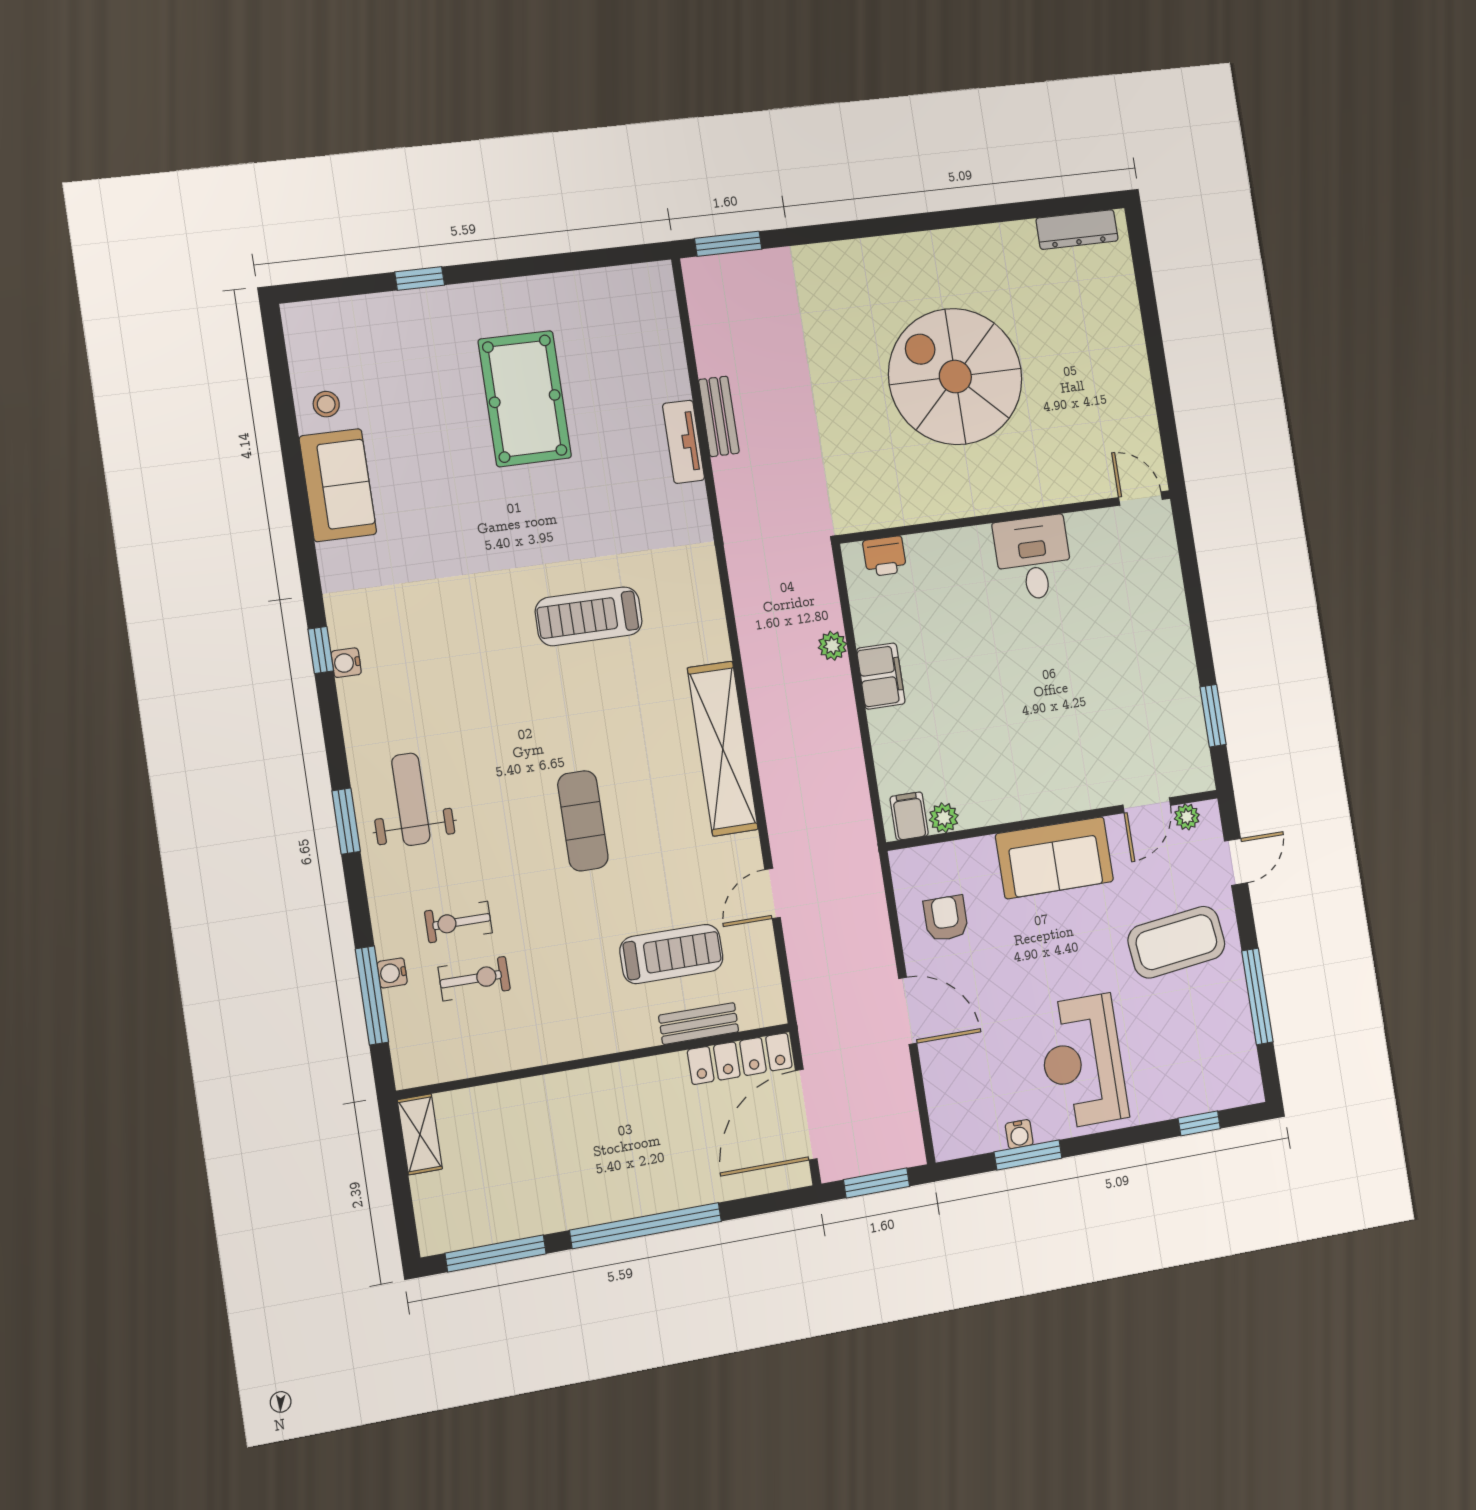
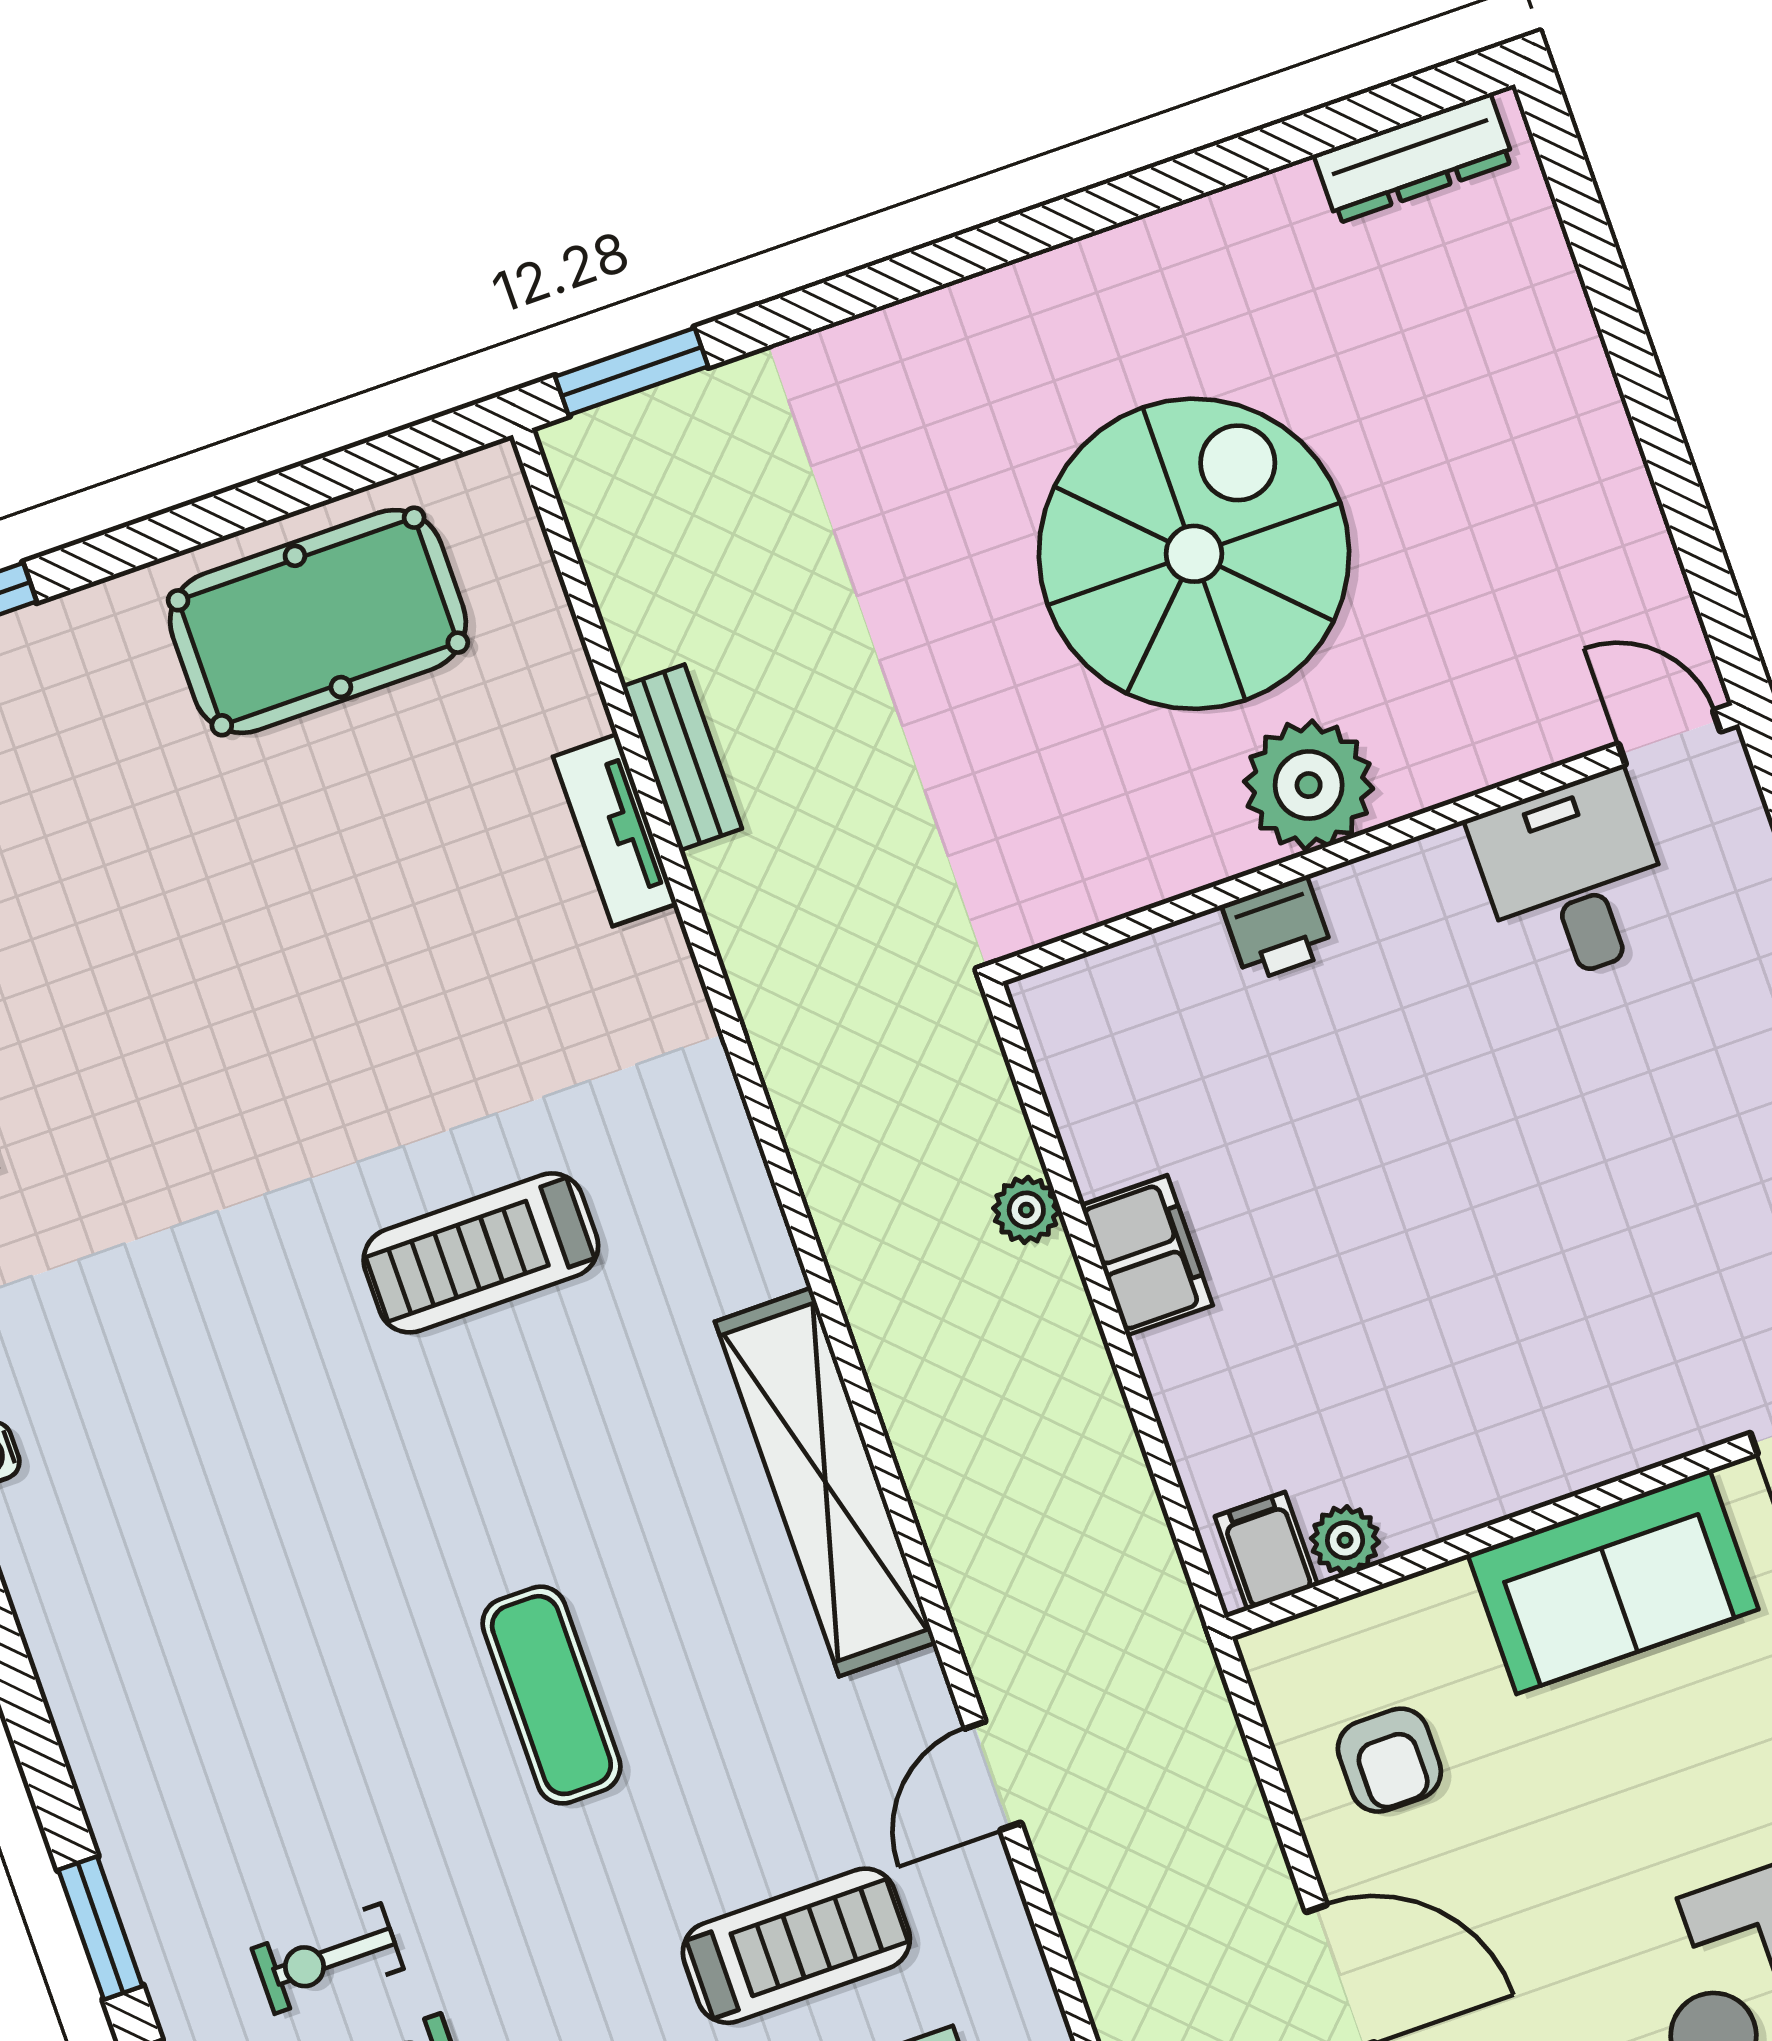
spiral stairs: (955, 377) -> (1194, 554), turned 90
pool table: (525, 399) -> (318, 621), moved, turned 90
plant: (986, 486) -> (1309, 785), added
printer: (885, 556) -> (1277, 929), moved
desk: (1033, 558) -> (1574, 878), moved
weight bench: (411, 799) -> (178, 1718), removed
window: (346, 821) -> (100, 1928), moved
armchair: (946, 918) -> (1389, 1760), turned 180

